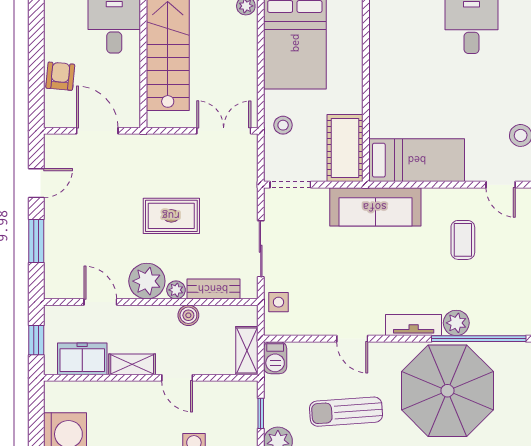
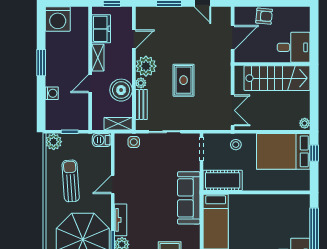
boiler: (188, 315) -> (121, 90), width x1.86, depth x1.86
shelving: (247, 351) -> (118, 124), moved

